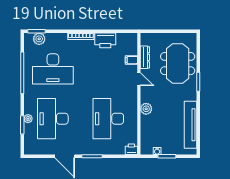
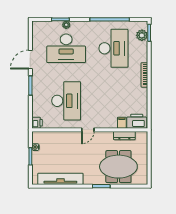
printer: (105, 40) -> (137, 121), moved, turned 90
desk: (53, 69) -> (113, 48), turned 180
door: (139, 79) -> (88, 130), moved
plant: (146, 109) -> (76, 137), removed
desk: (53, 119) -> (66, 48), turned 180
desk: (108, 119) -> (66, 101), turned 90

